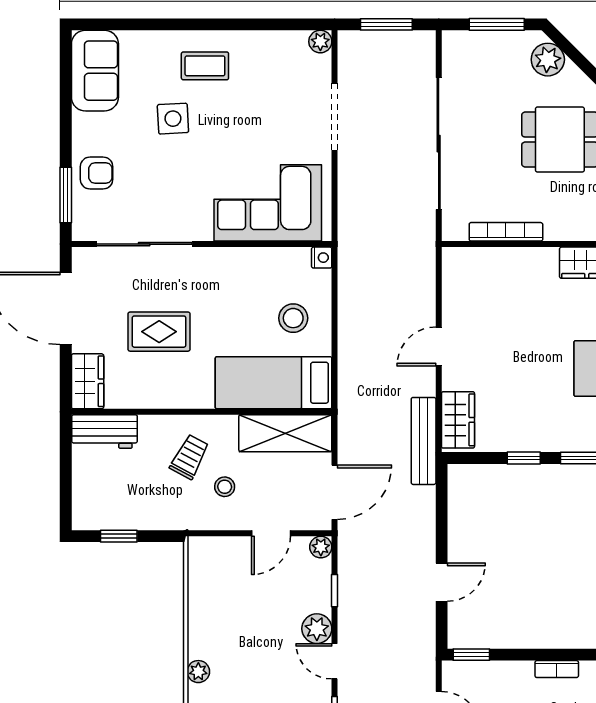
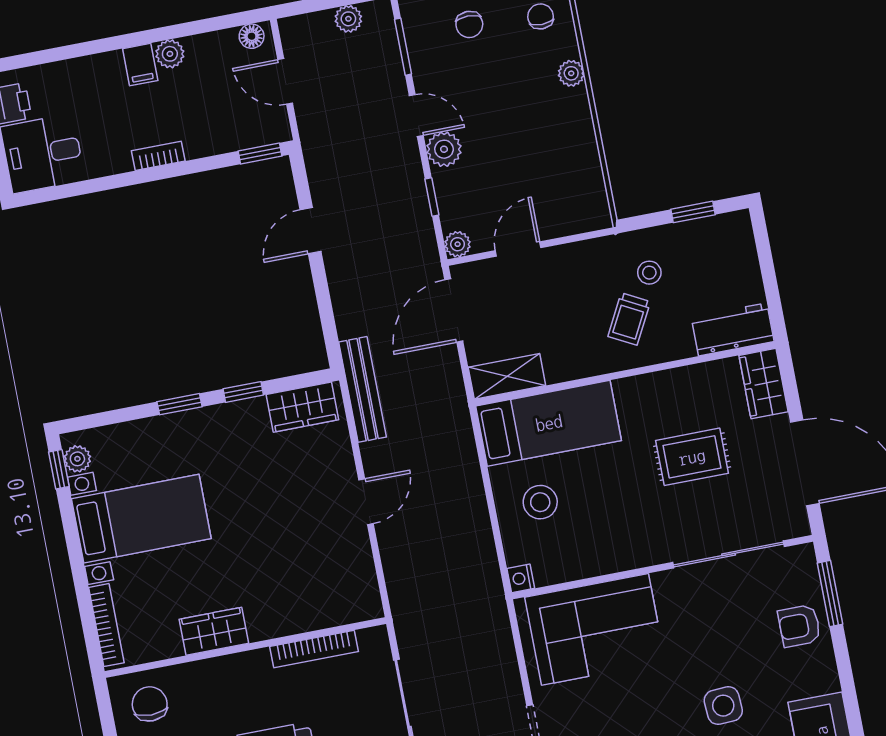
wardrobe: (458, 420) -> (302, 407), moved, turned -90
shelving: (285, 433) -> (507, 376), width x0.67, depth x0.75
stool: (225, 487) -> (649, 273), moved

